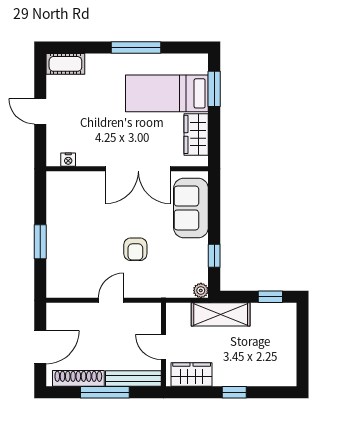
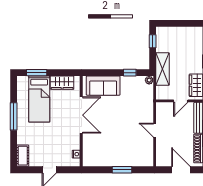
armchair: (135, 249) -> (126, 117), removed

